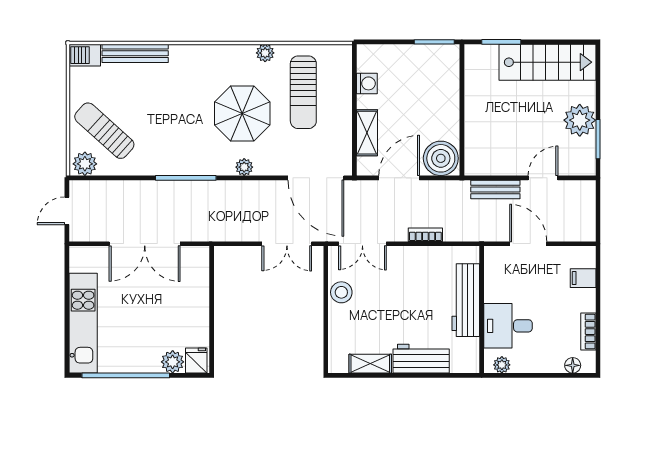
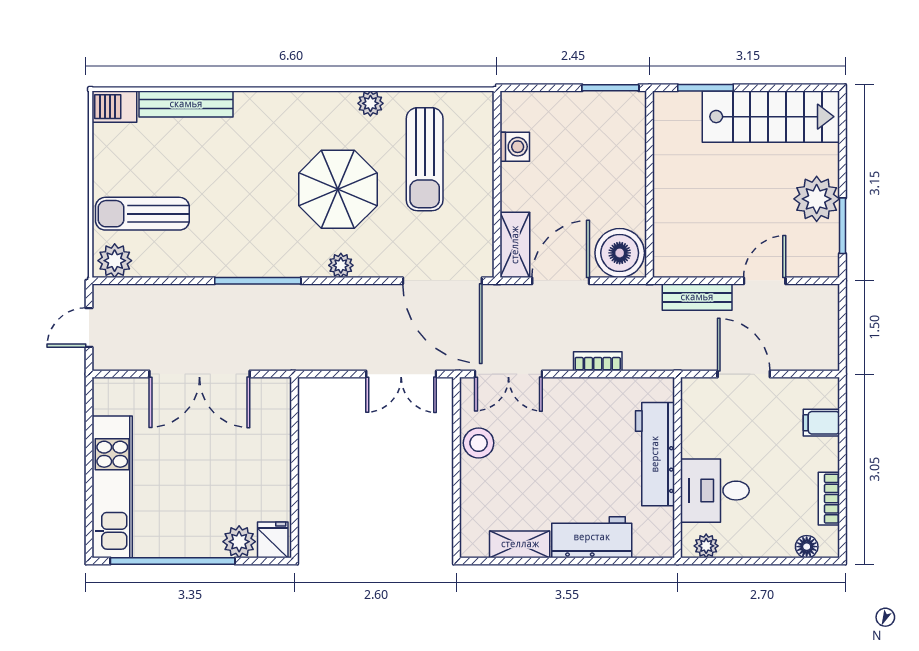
sun lounger: (104, 131) -> (142, 214), turned -42
shelving: (367, 133) -> (515, 245), moved

